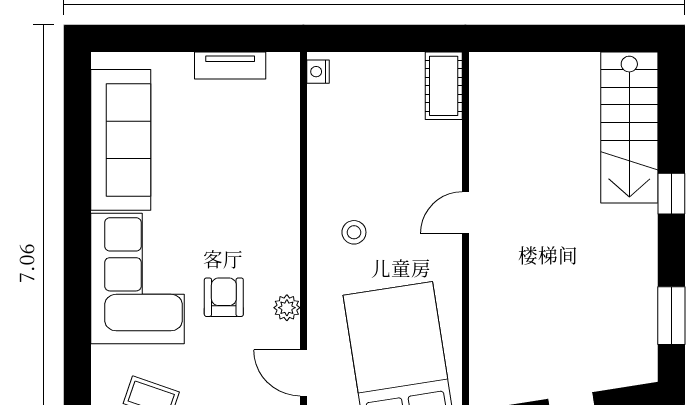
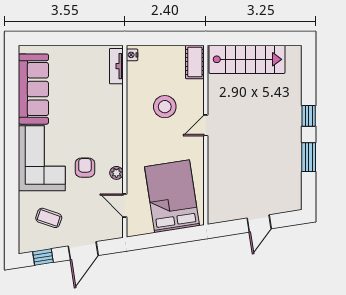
tv unit: (230, 66) -> (116, 66), moved, turned 90
stairs: (629, 128) -> (247, 59), moved, turned -90
stool: (354, 232) -> (165, 107), moved, width x1.89, depth x1.89
window: (671, 316) -> (309, 157), moved

